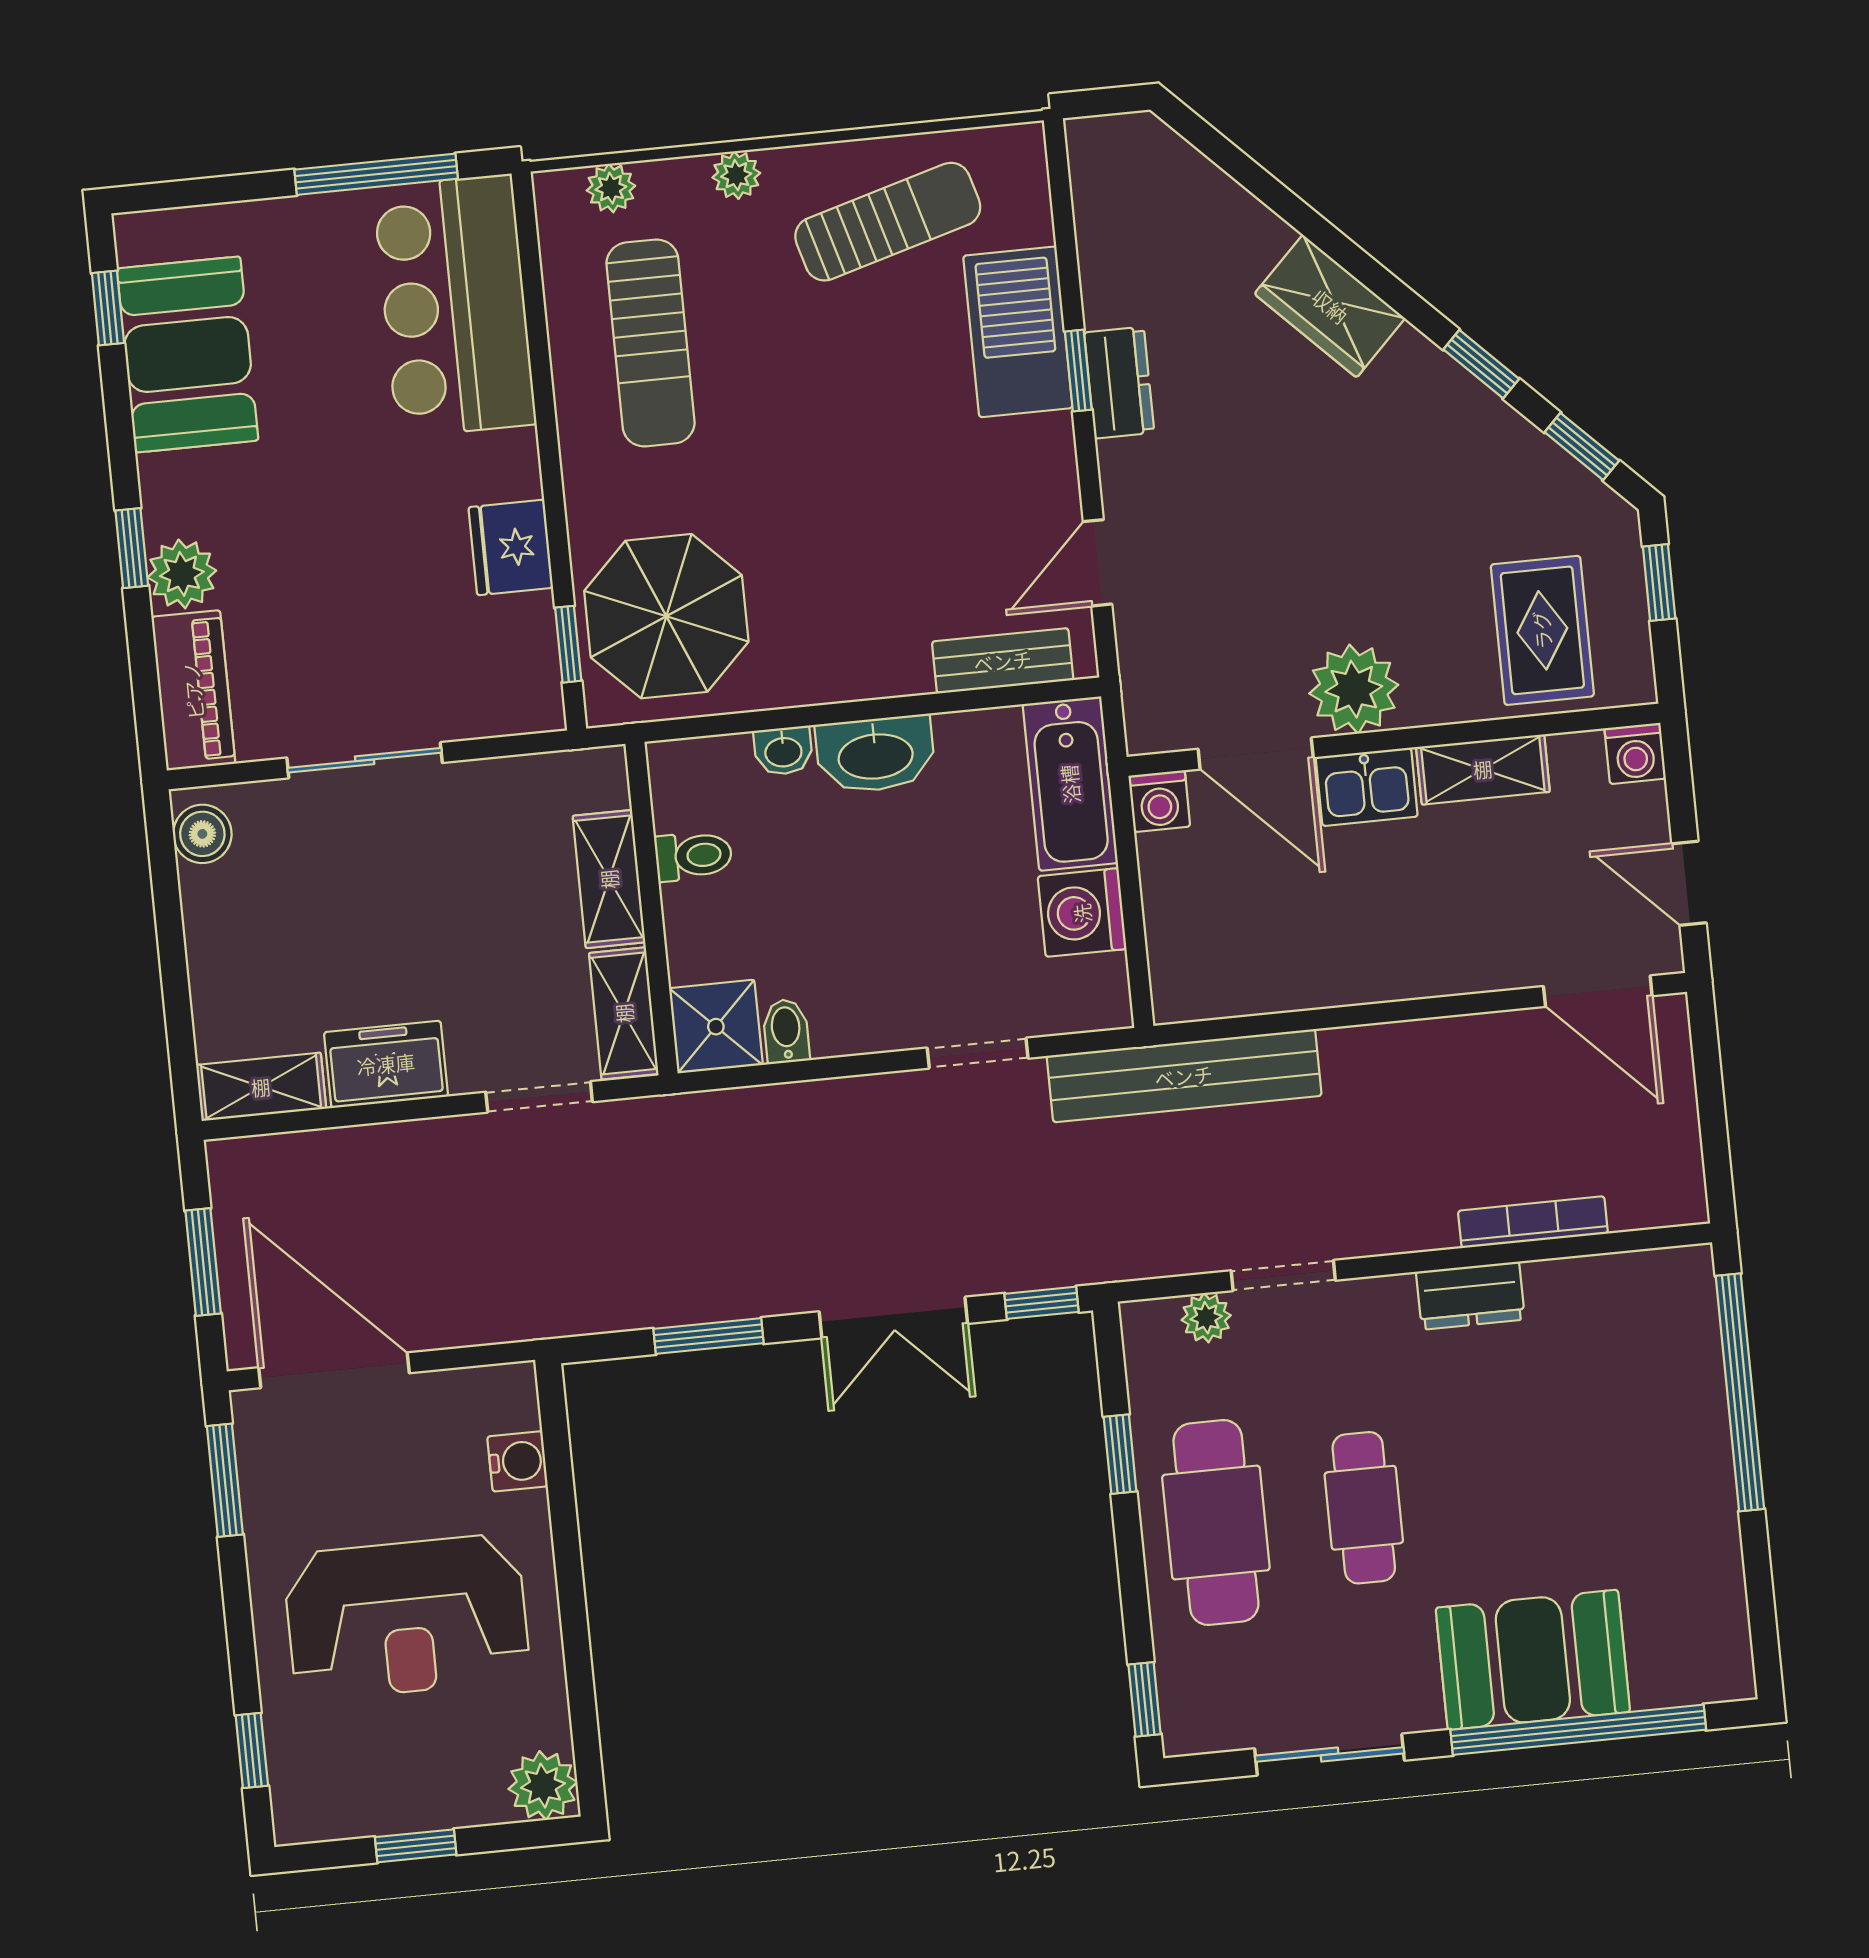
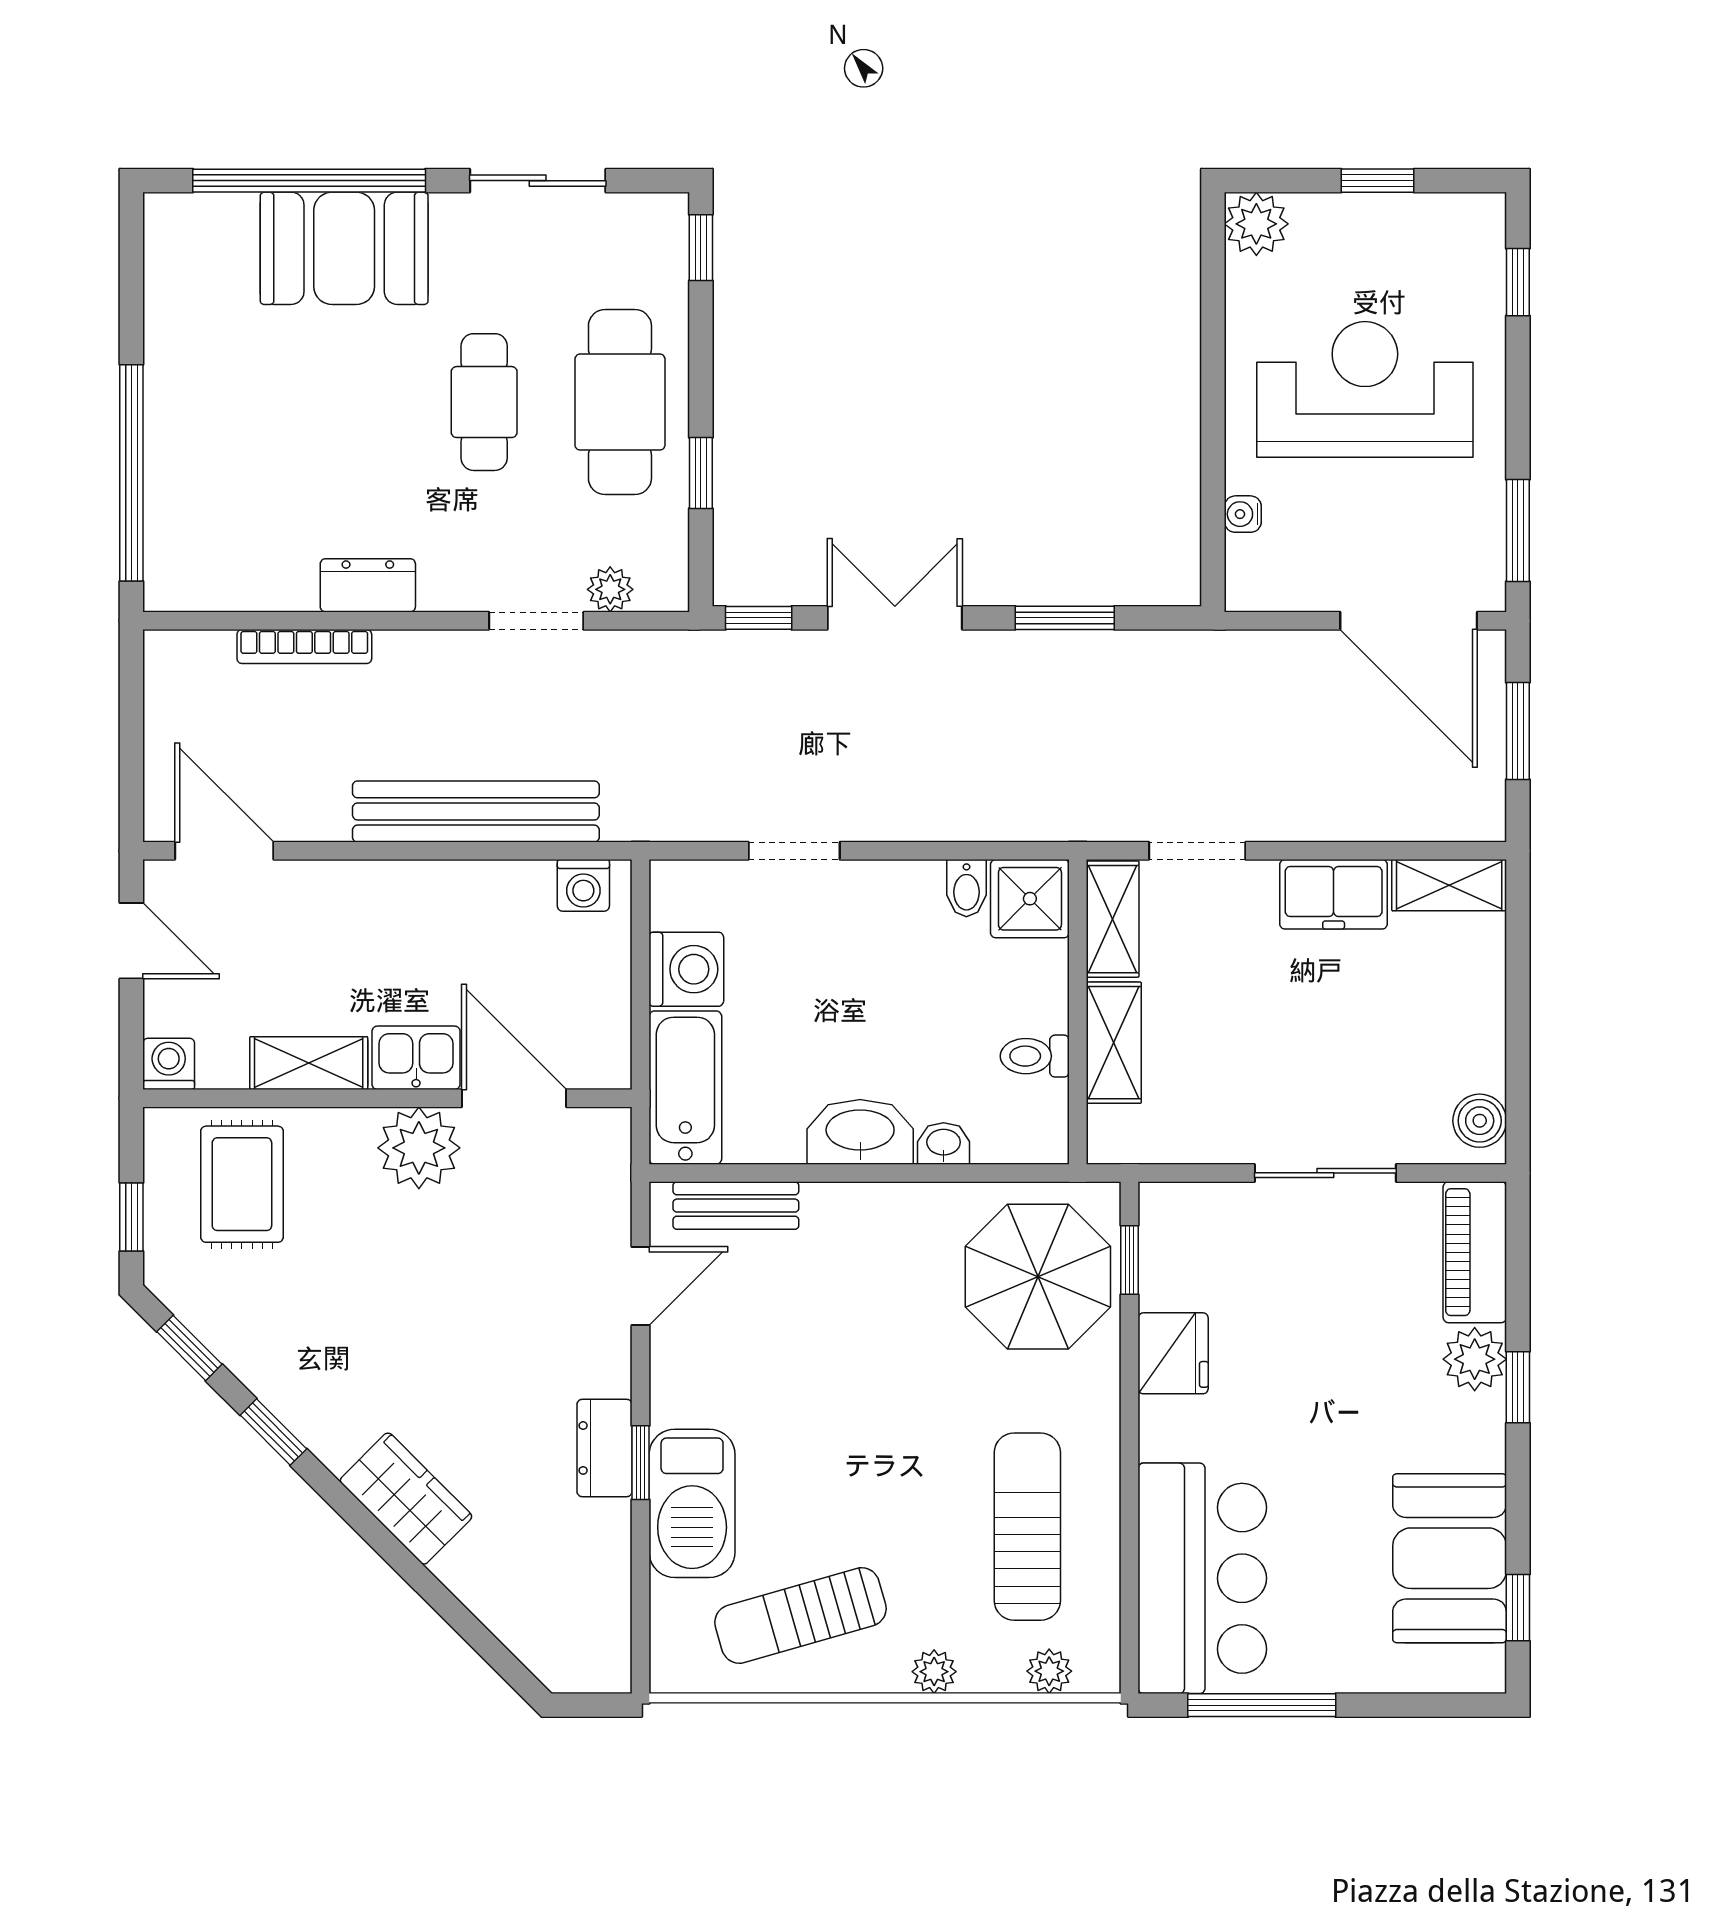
washing machine: (1159, 801) -> (583, 885), moved, turned 180
bench: (1184, 1076) -> (476, 811), moved
water cooler: (518, 1461) -> (1243, 514), width x0.72, depth x0.72

